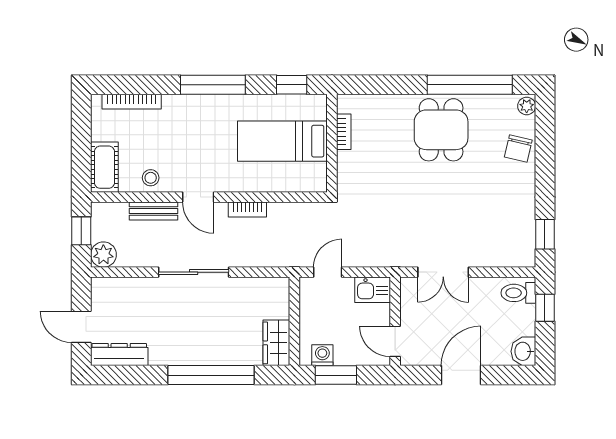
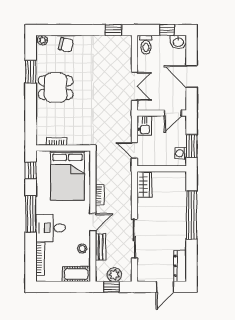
window: (470, 85) -> (31, 72), width x0.47
desk: (188, 121) -> (51, 228), added
bed: (282, 141) -> (67, 176), width x1.50
plant: (103, 255) -> (114, 275), moved
sliding door: (194, 272) -> (134, 239), moved
window: (545, 308) -> (167, 30), moved
wardrobe: (276, 343) -> (144, 185), moved, turned -90

